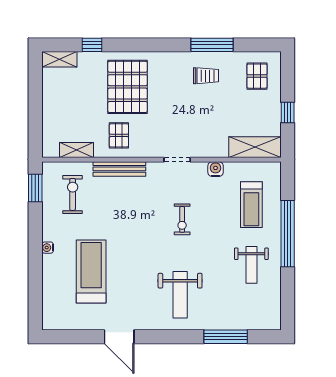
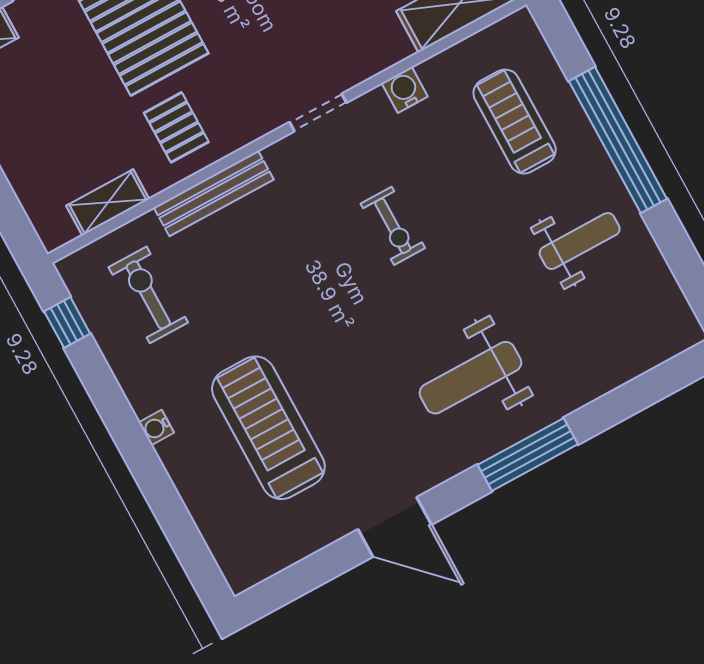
window: (35, 188) -> (67, 323), width x0.67
treadmill: (251, 205) -> (515, 122), turned 180
weight bench: (251, 265) -> (580, 241), turned -90
weight bench: (180, 295) -> (470, 378), turned 90
window: (226, 337) -> (528, 455), moved

